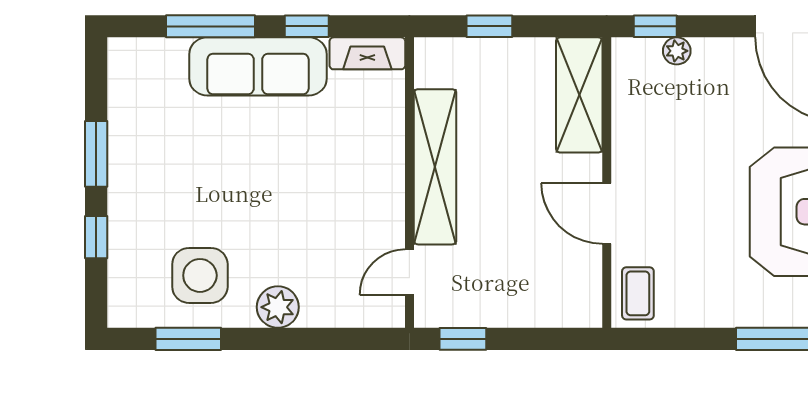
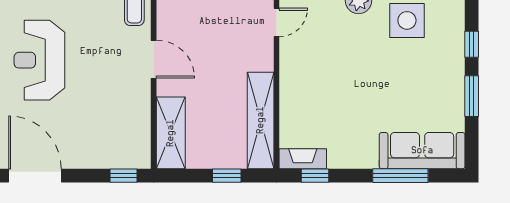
window: (307, 26) -> (315, 176), moved
plant: (677, 51) -> (110, 160), removed
sofa: (258, 66) -> (422, 151), moved
shelving: (435, 167) -> (261, 120), moved

